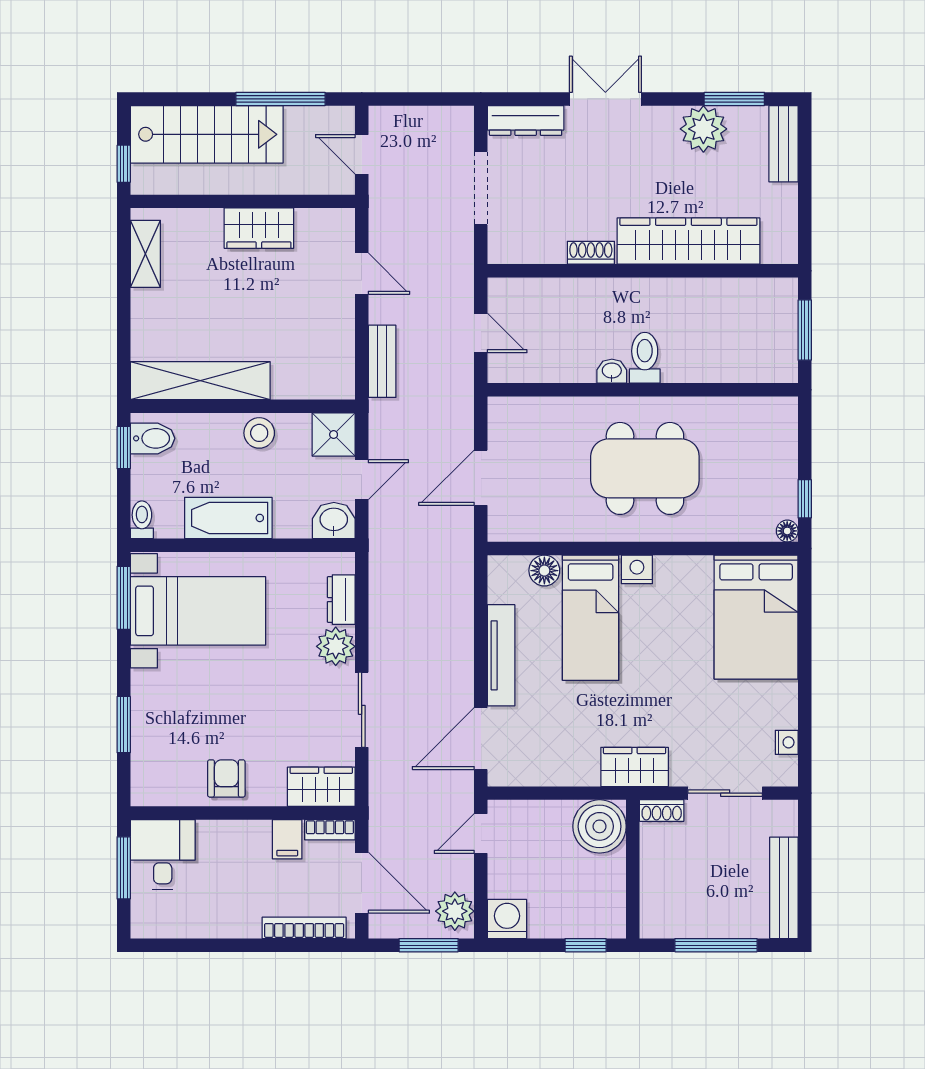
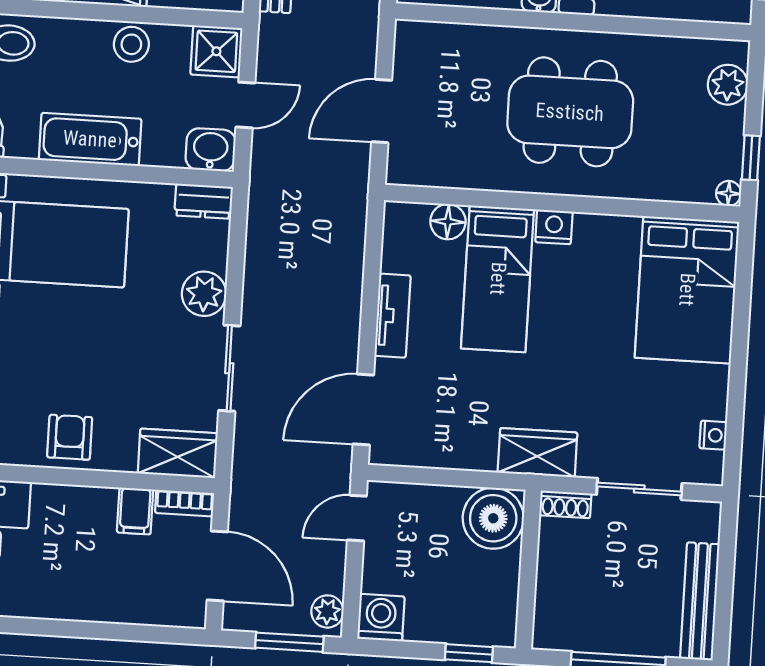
plant: (781, 436) -> (728, 85), added
dresser: (341, 600) -> (204, 201), moved, turned -90
tv unit: (501, 655) -> (393, 316), width x0.71
plant: (455, 911) -> (327, 611), width x0.73, depth x0.73
bookcase: (304, 928) -> (148, 614), removed

